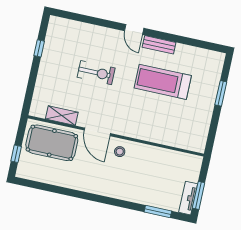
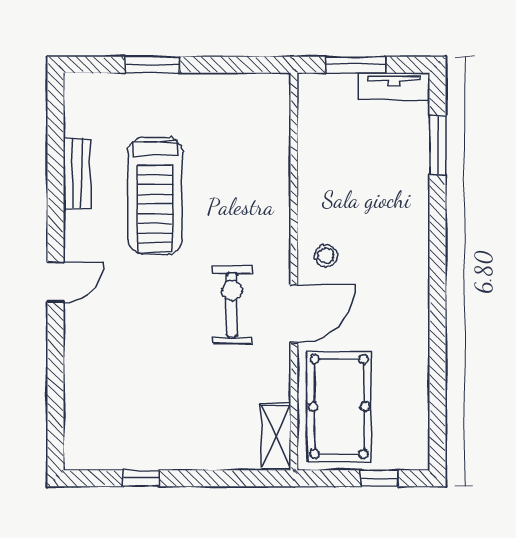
bench: (159, 45) -> (77, 174), moved
exercise bike: (96, 73) -> (232, 305), moved
shelving: (62, 116) -> (276, 437), moved
window: (199, 195) -> (356, 65), moved

